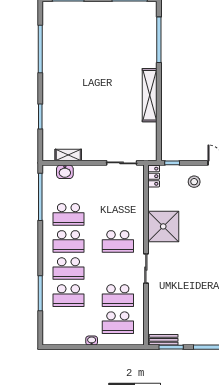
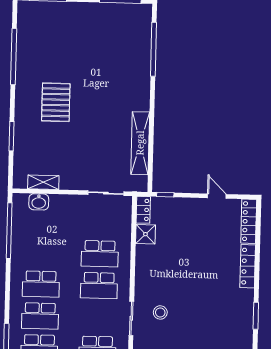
pallet: (77, 87) -> (56, 102), added
shelving: (150, 95) -> (140, 143), moved
stool: (194, 182) -> (160, 312), moved
school desk: (68, 214) -> (100, 254), moved
shower: (163, 226) -> (145, 234), moved, width x0.54, depth x0.54

